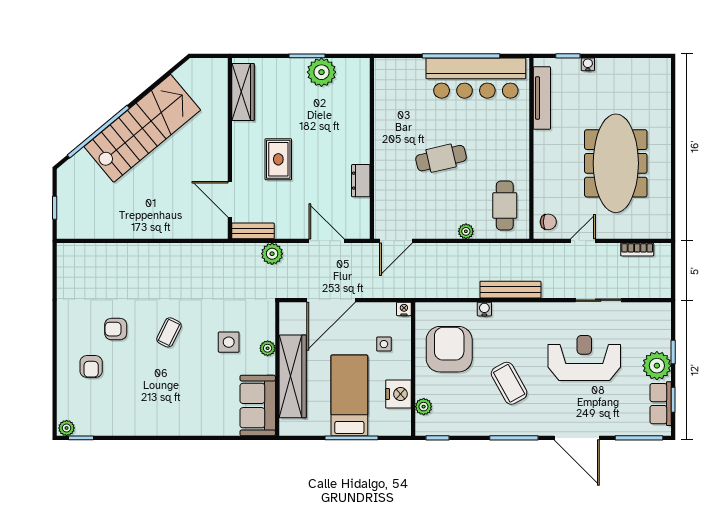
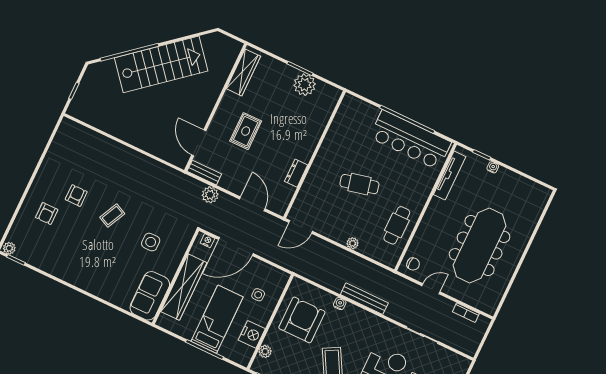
cafe table: (505, 205) -> (397, 225), moved
nightstand: (404, 309) -> (207, 241), moved
armchair: (116, 329) -> (76, 196), turned 90
plant: (268, 348) -> (176, 259), removed

